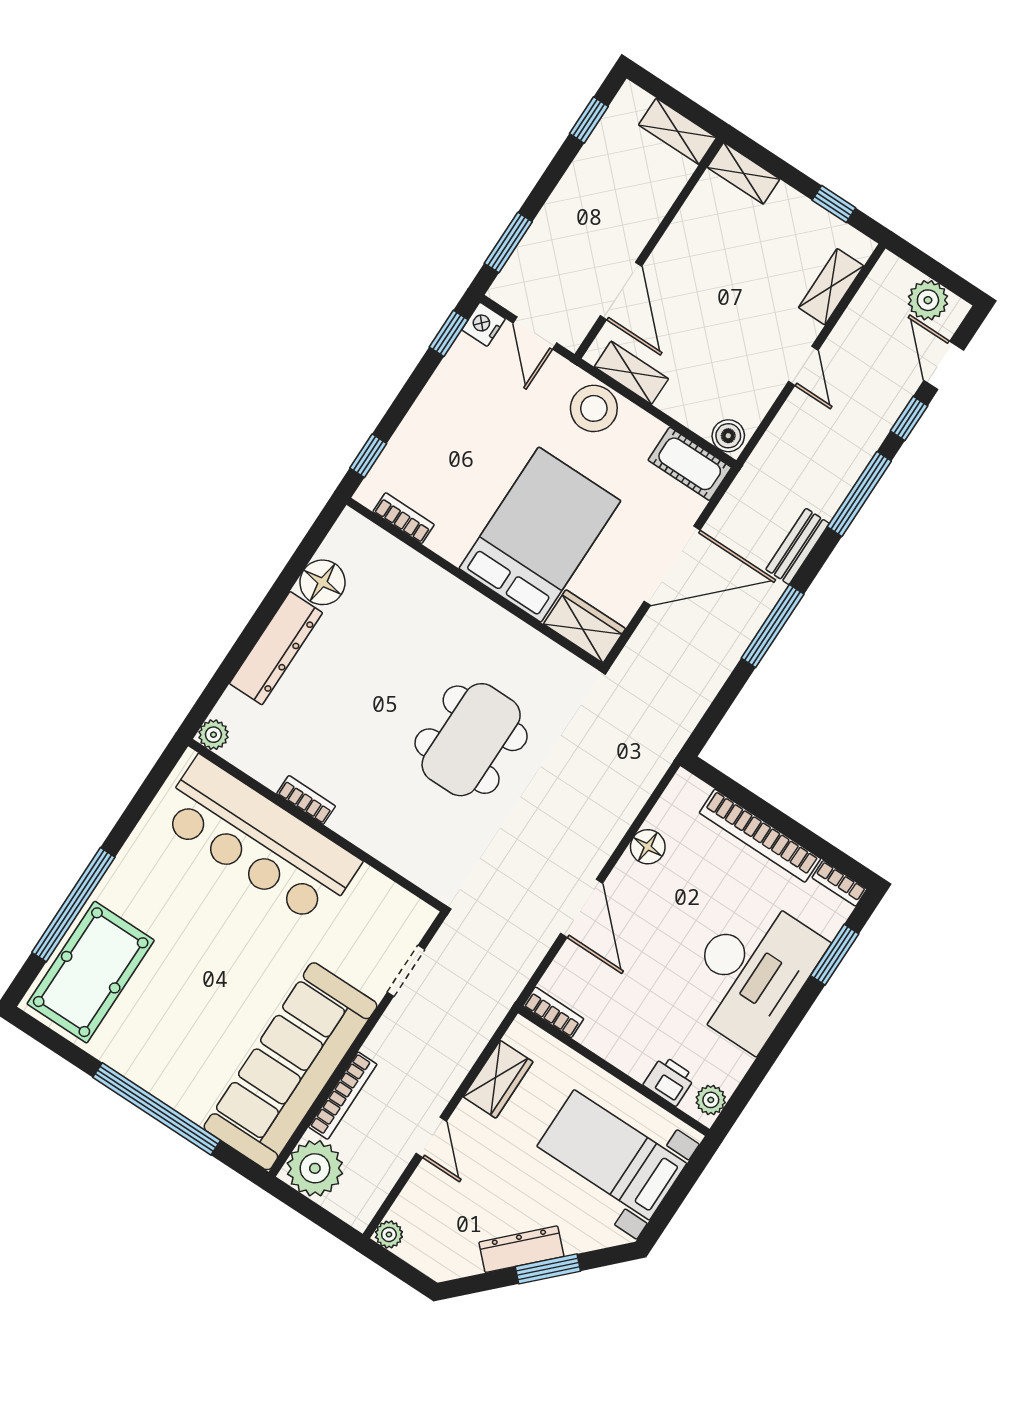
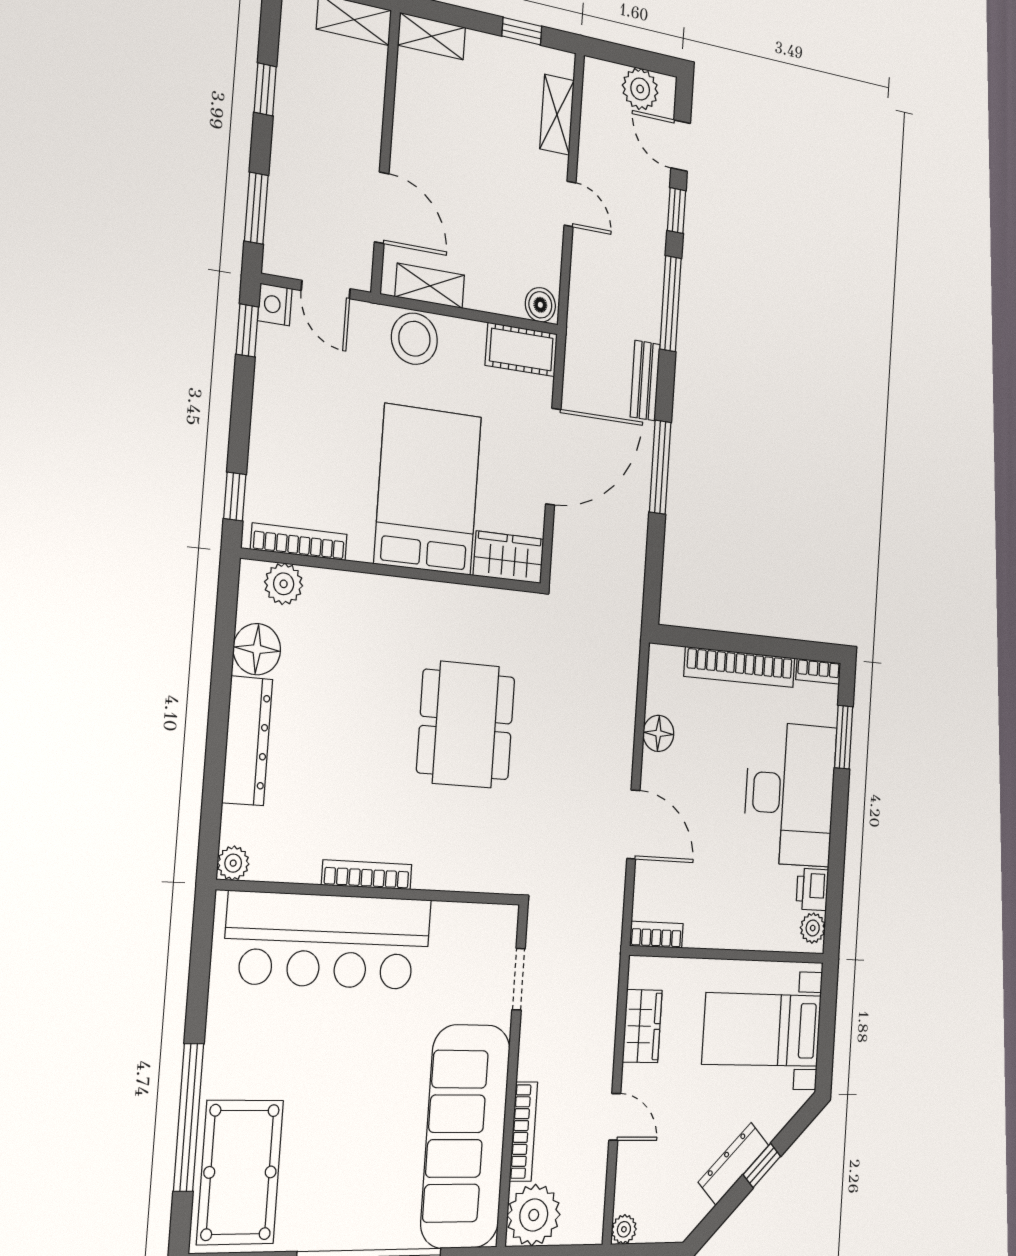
window: (589, 120) -> (265, 89), moved
bookcase: (404, 518) -> (299, 542), width x1.56
plant: (373, 544) -> (284, 584), added
bookcase: (306, 800) -> (367, 875), width x1.56
printer: (669, 1081) -> (812, 889), moved, turned -90
window: (548, 1269) -> (762, 1165), width x0.67

